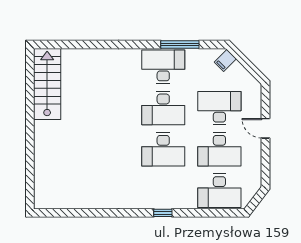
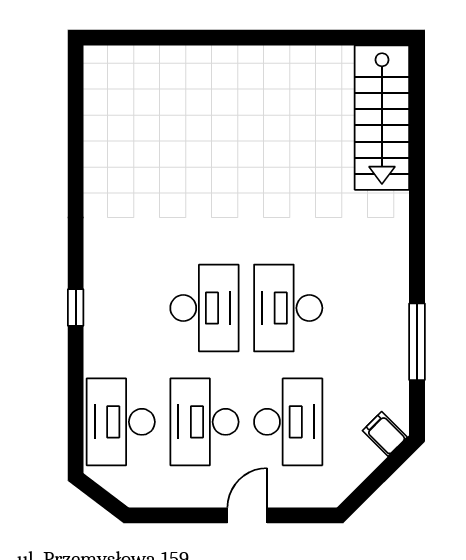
desk: (163, 67) -> (372, 308), removed
stairs: (47, 84) -> (382, 118), moved, turned 90
desk: (163, 149) -> (204, 308), turned 180

